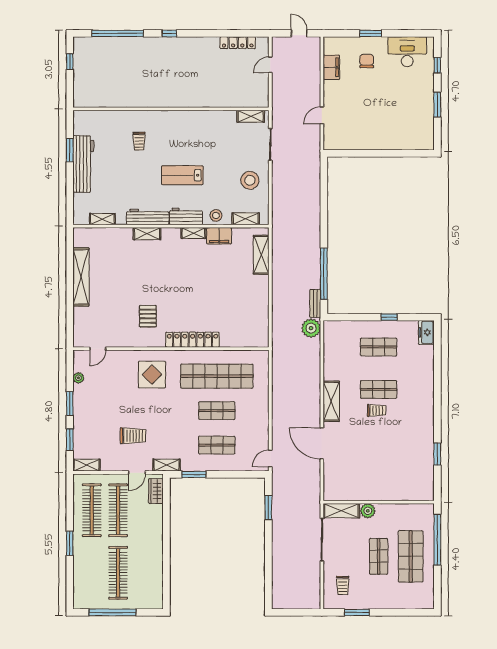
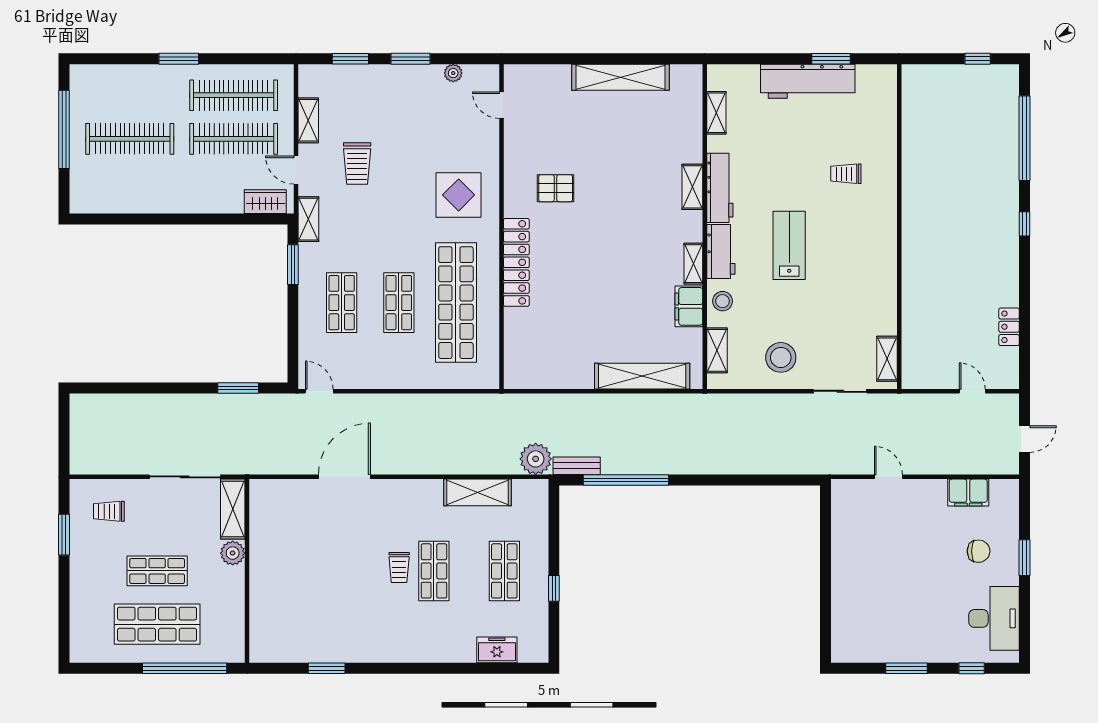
locker: (238, 43) -> (1009, 327), width x0.66
shelving: (261, 255) -> (642, 376), width x1.47
freezer: (426, 332) -> (497, 650), moved
shelving: (331, 401) -> (477, 492), moved
shelving: (86, 465) -> (308, 120), moved

